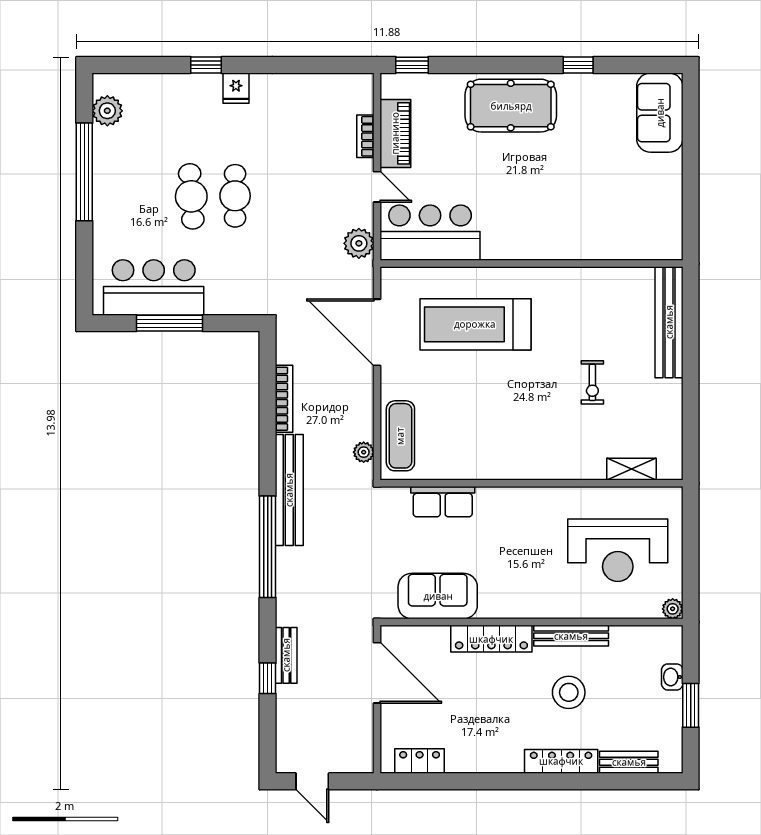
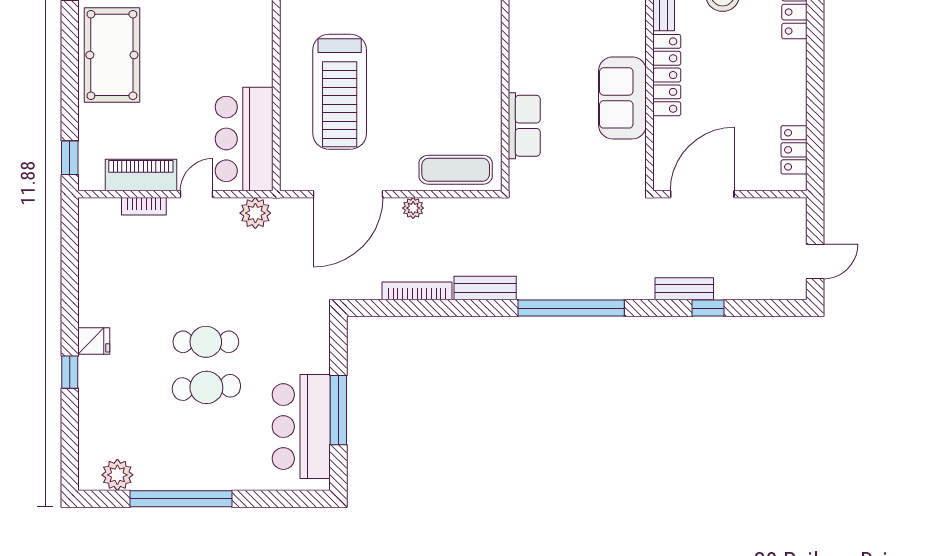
plant: (364, 452) -> (413, 208), moved
bench: (289, 490) -> (485, 288), width x0.54, depth x0.82
sofa: (438, 596) -> (622, 98), moved

